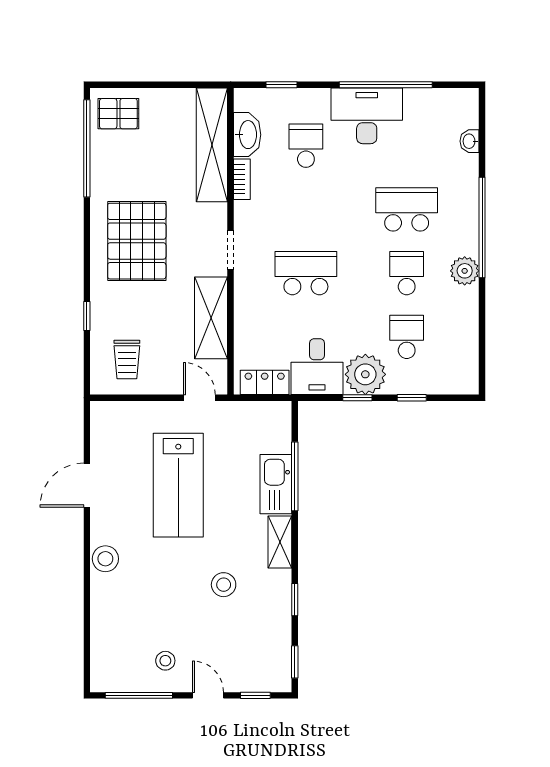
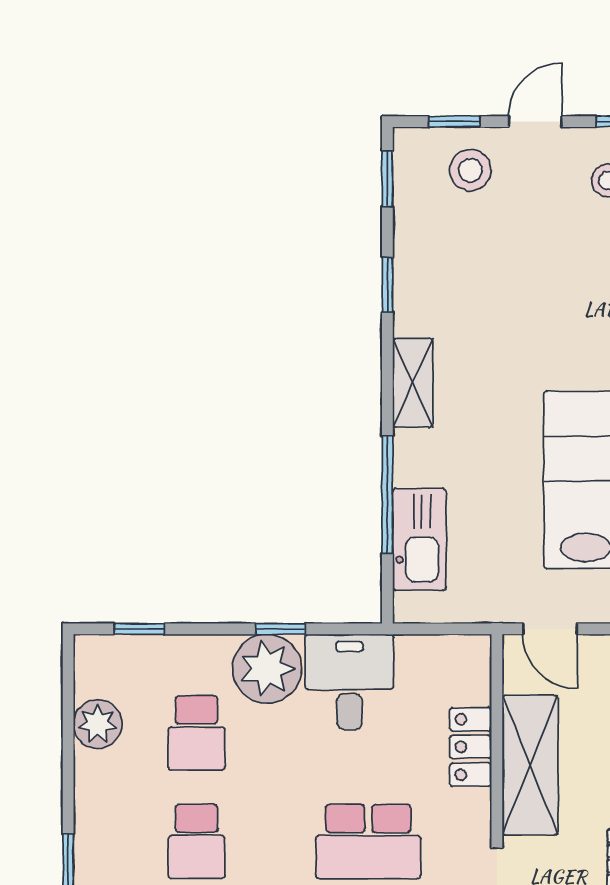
plant: (465, 271) -> (98, 724), moved
locker: (265, 382) -> (471, 747), moved, turned 90
window: (412, 398) -> (139, 629), moved
kitchen sink: (276, 484) -> (419, 539), moved
stool: (224, 585) -> (470, 170), moved
door: (208, 695) -> (535, 122), swing flipped

